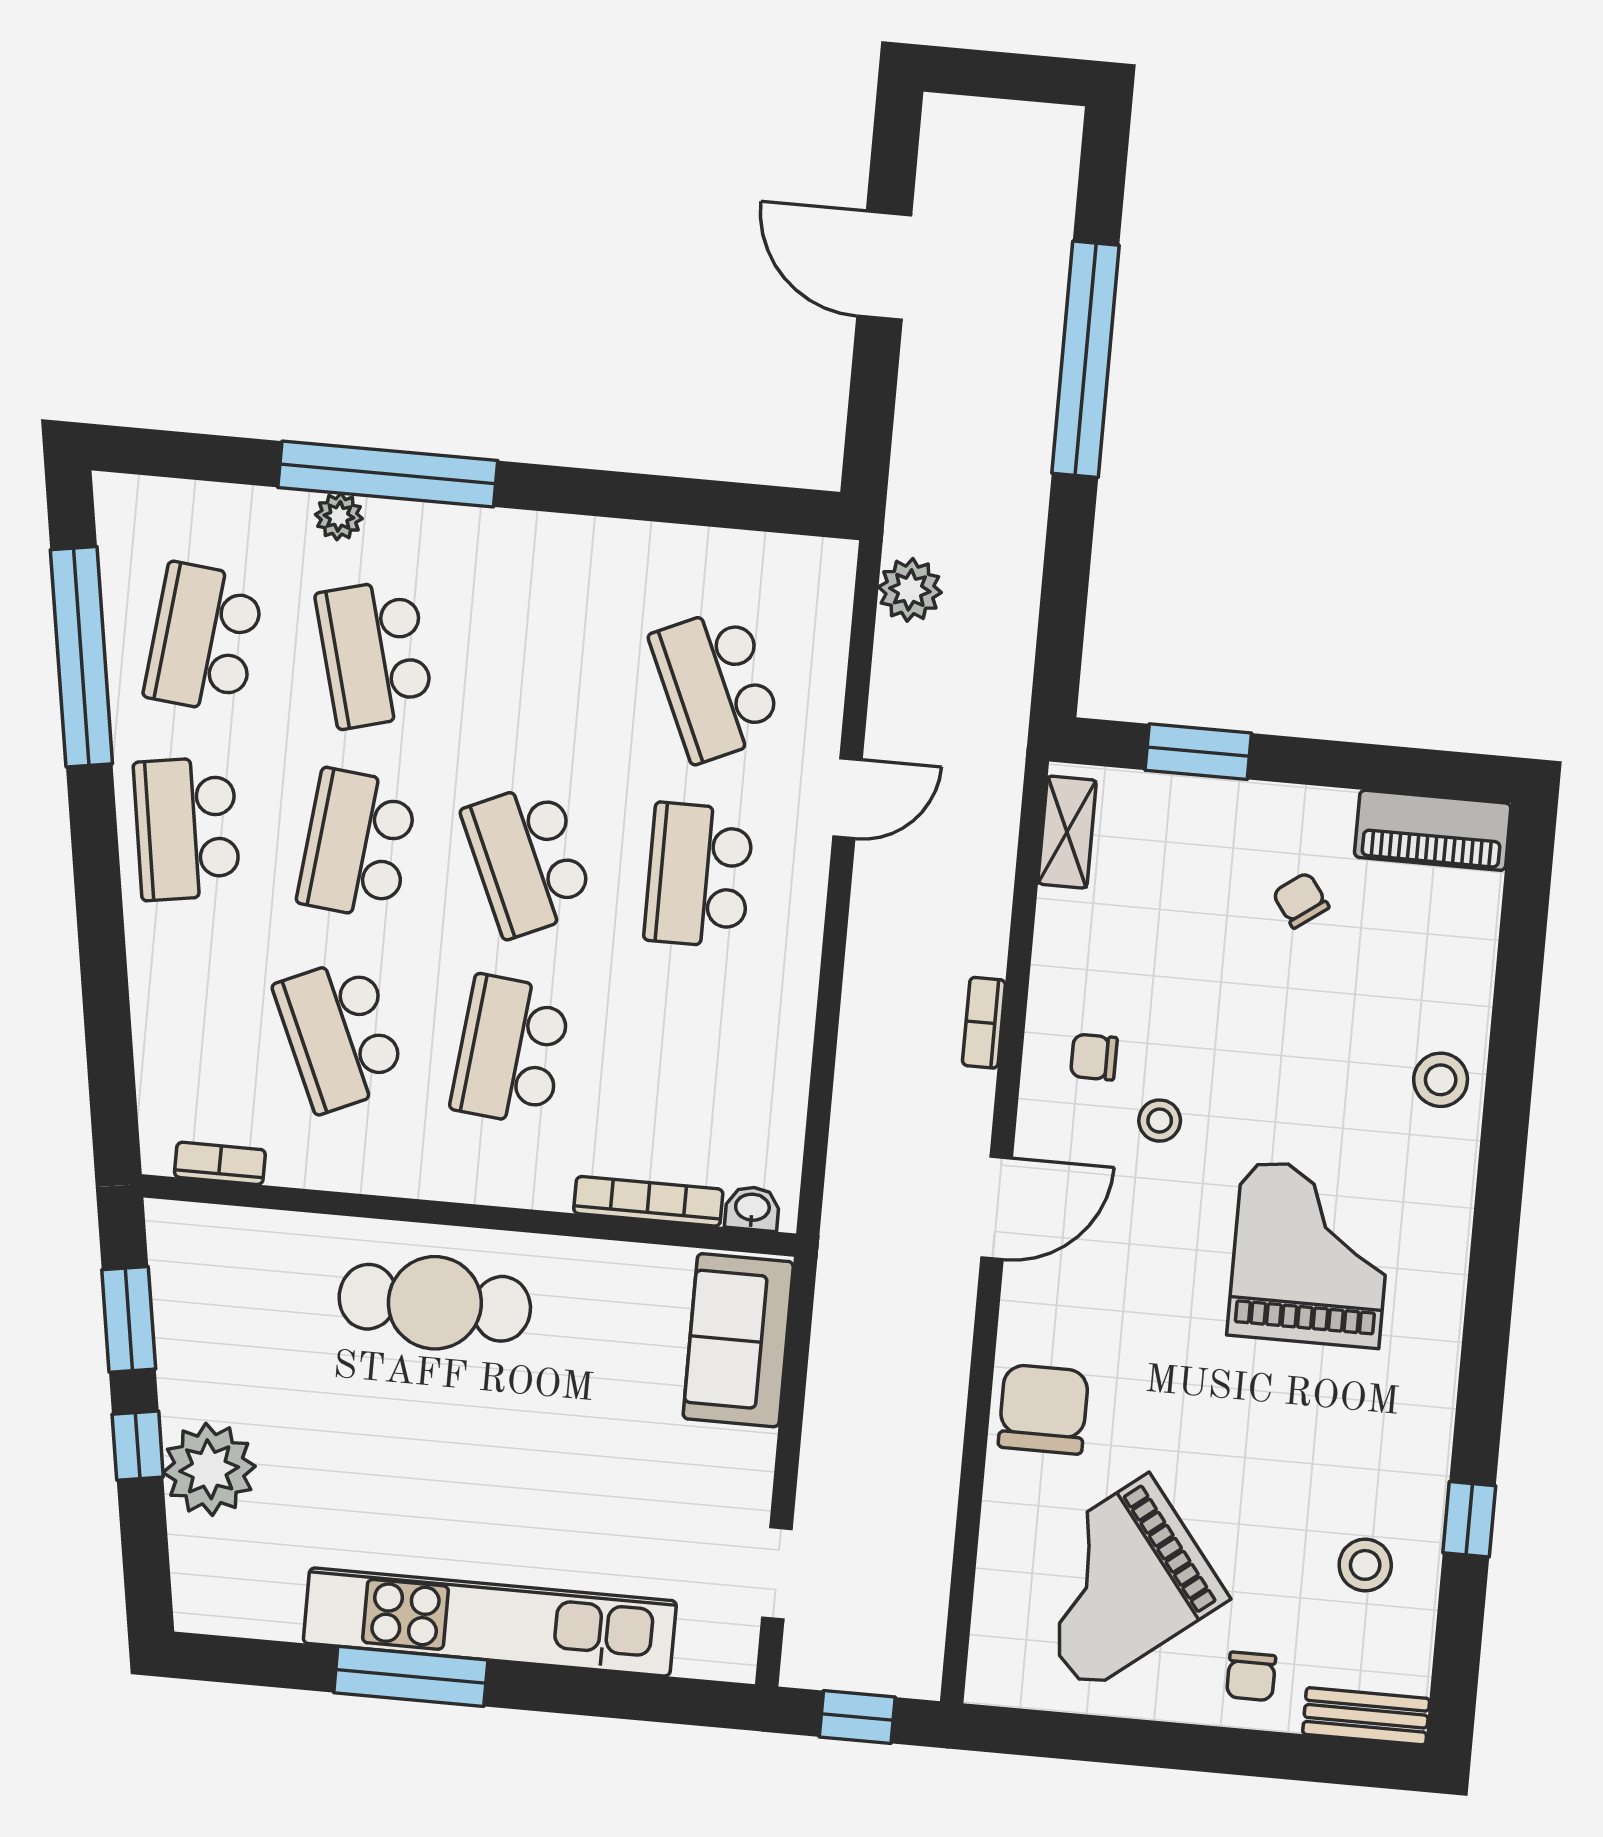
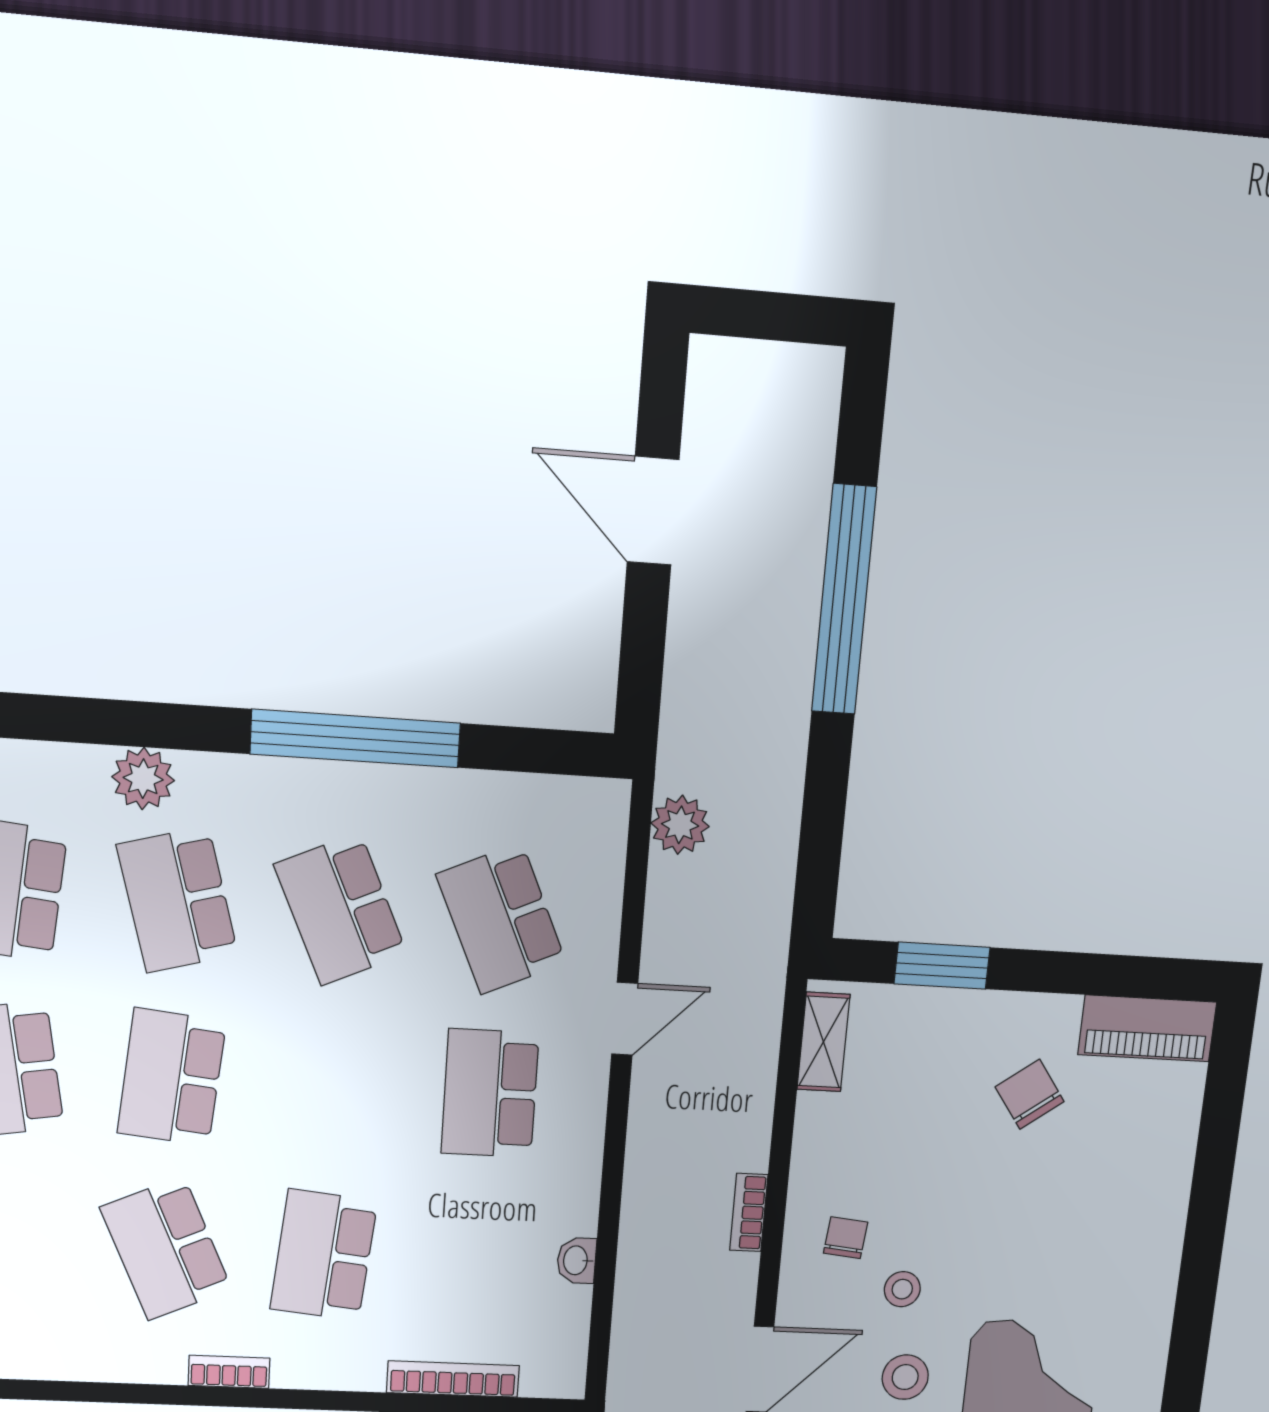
window: (388, 474) -> (355, 739), moved
plant: (339, 516) -> (143, 779), width x1.38, depth x1.38
school desk: (528, 860) -> (341, 909), moved
chair: (1301, 900) -> (1030, 1094), width x1.37, depth x1.37
chair: (1094, 1057) -> (846, 1238), turned 96
stool: (1441, 1080) -> (905, 1377), moved
bookcase: (220, 1163) -> (229, 1372), moved
washbasin: (752, 1208) -> (577, 1260), moved, turned -90

